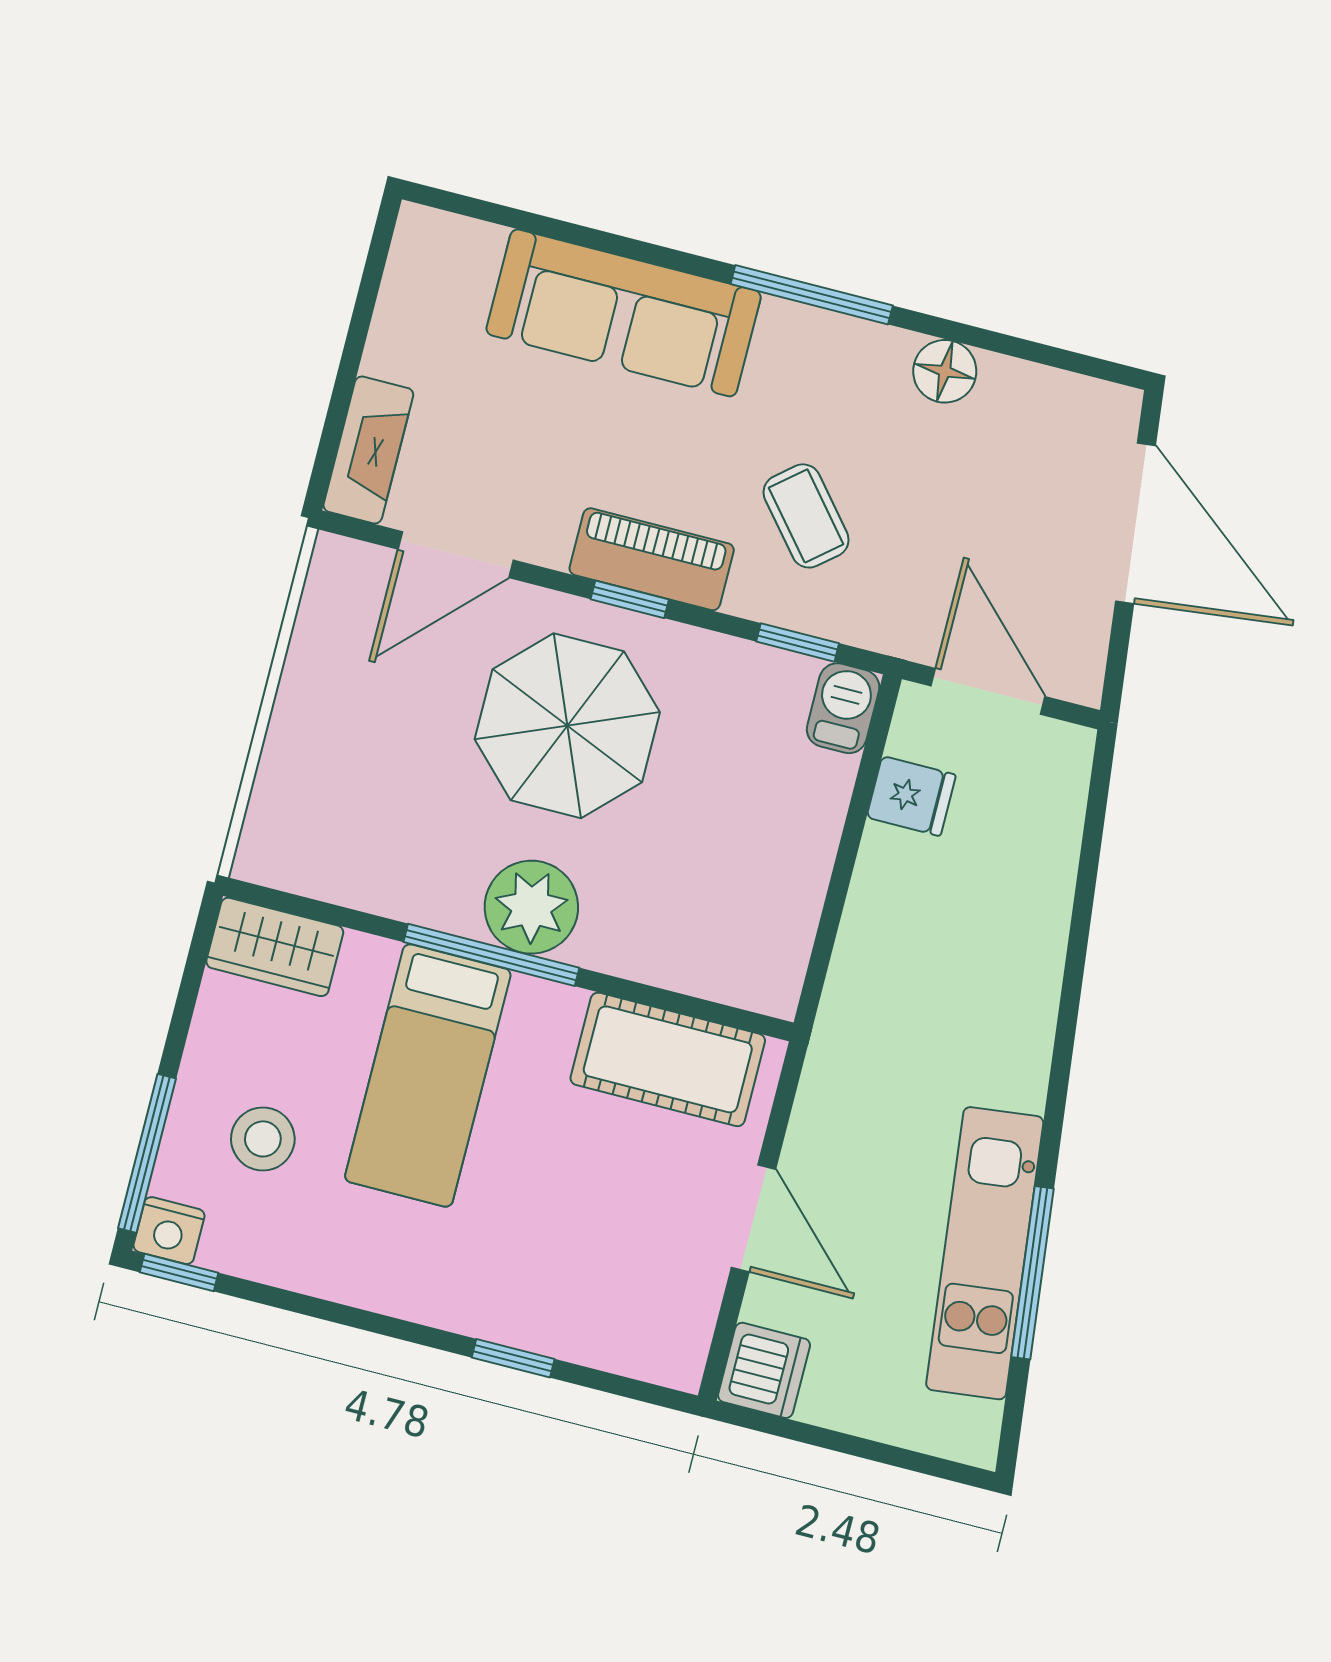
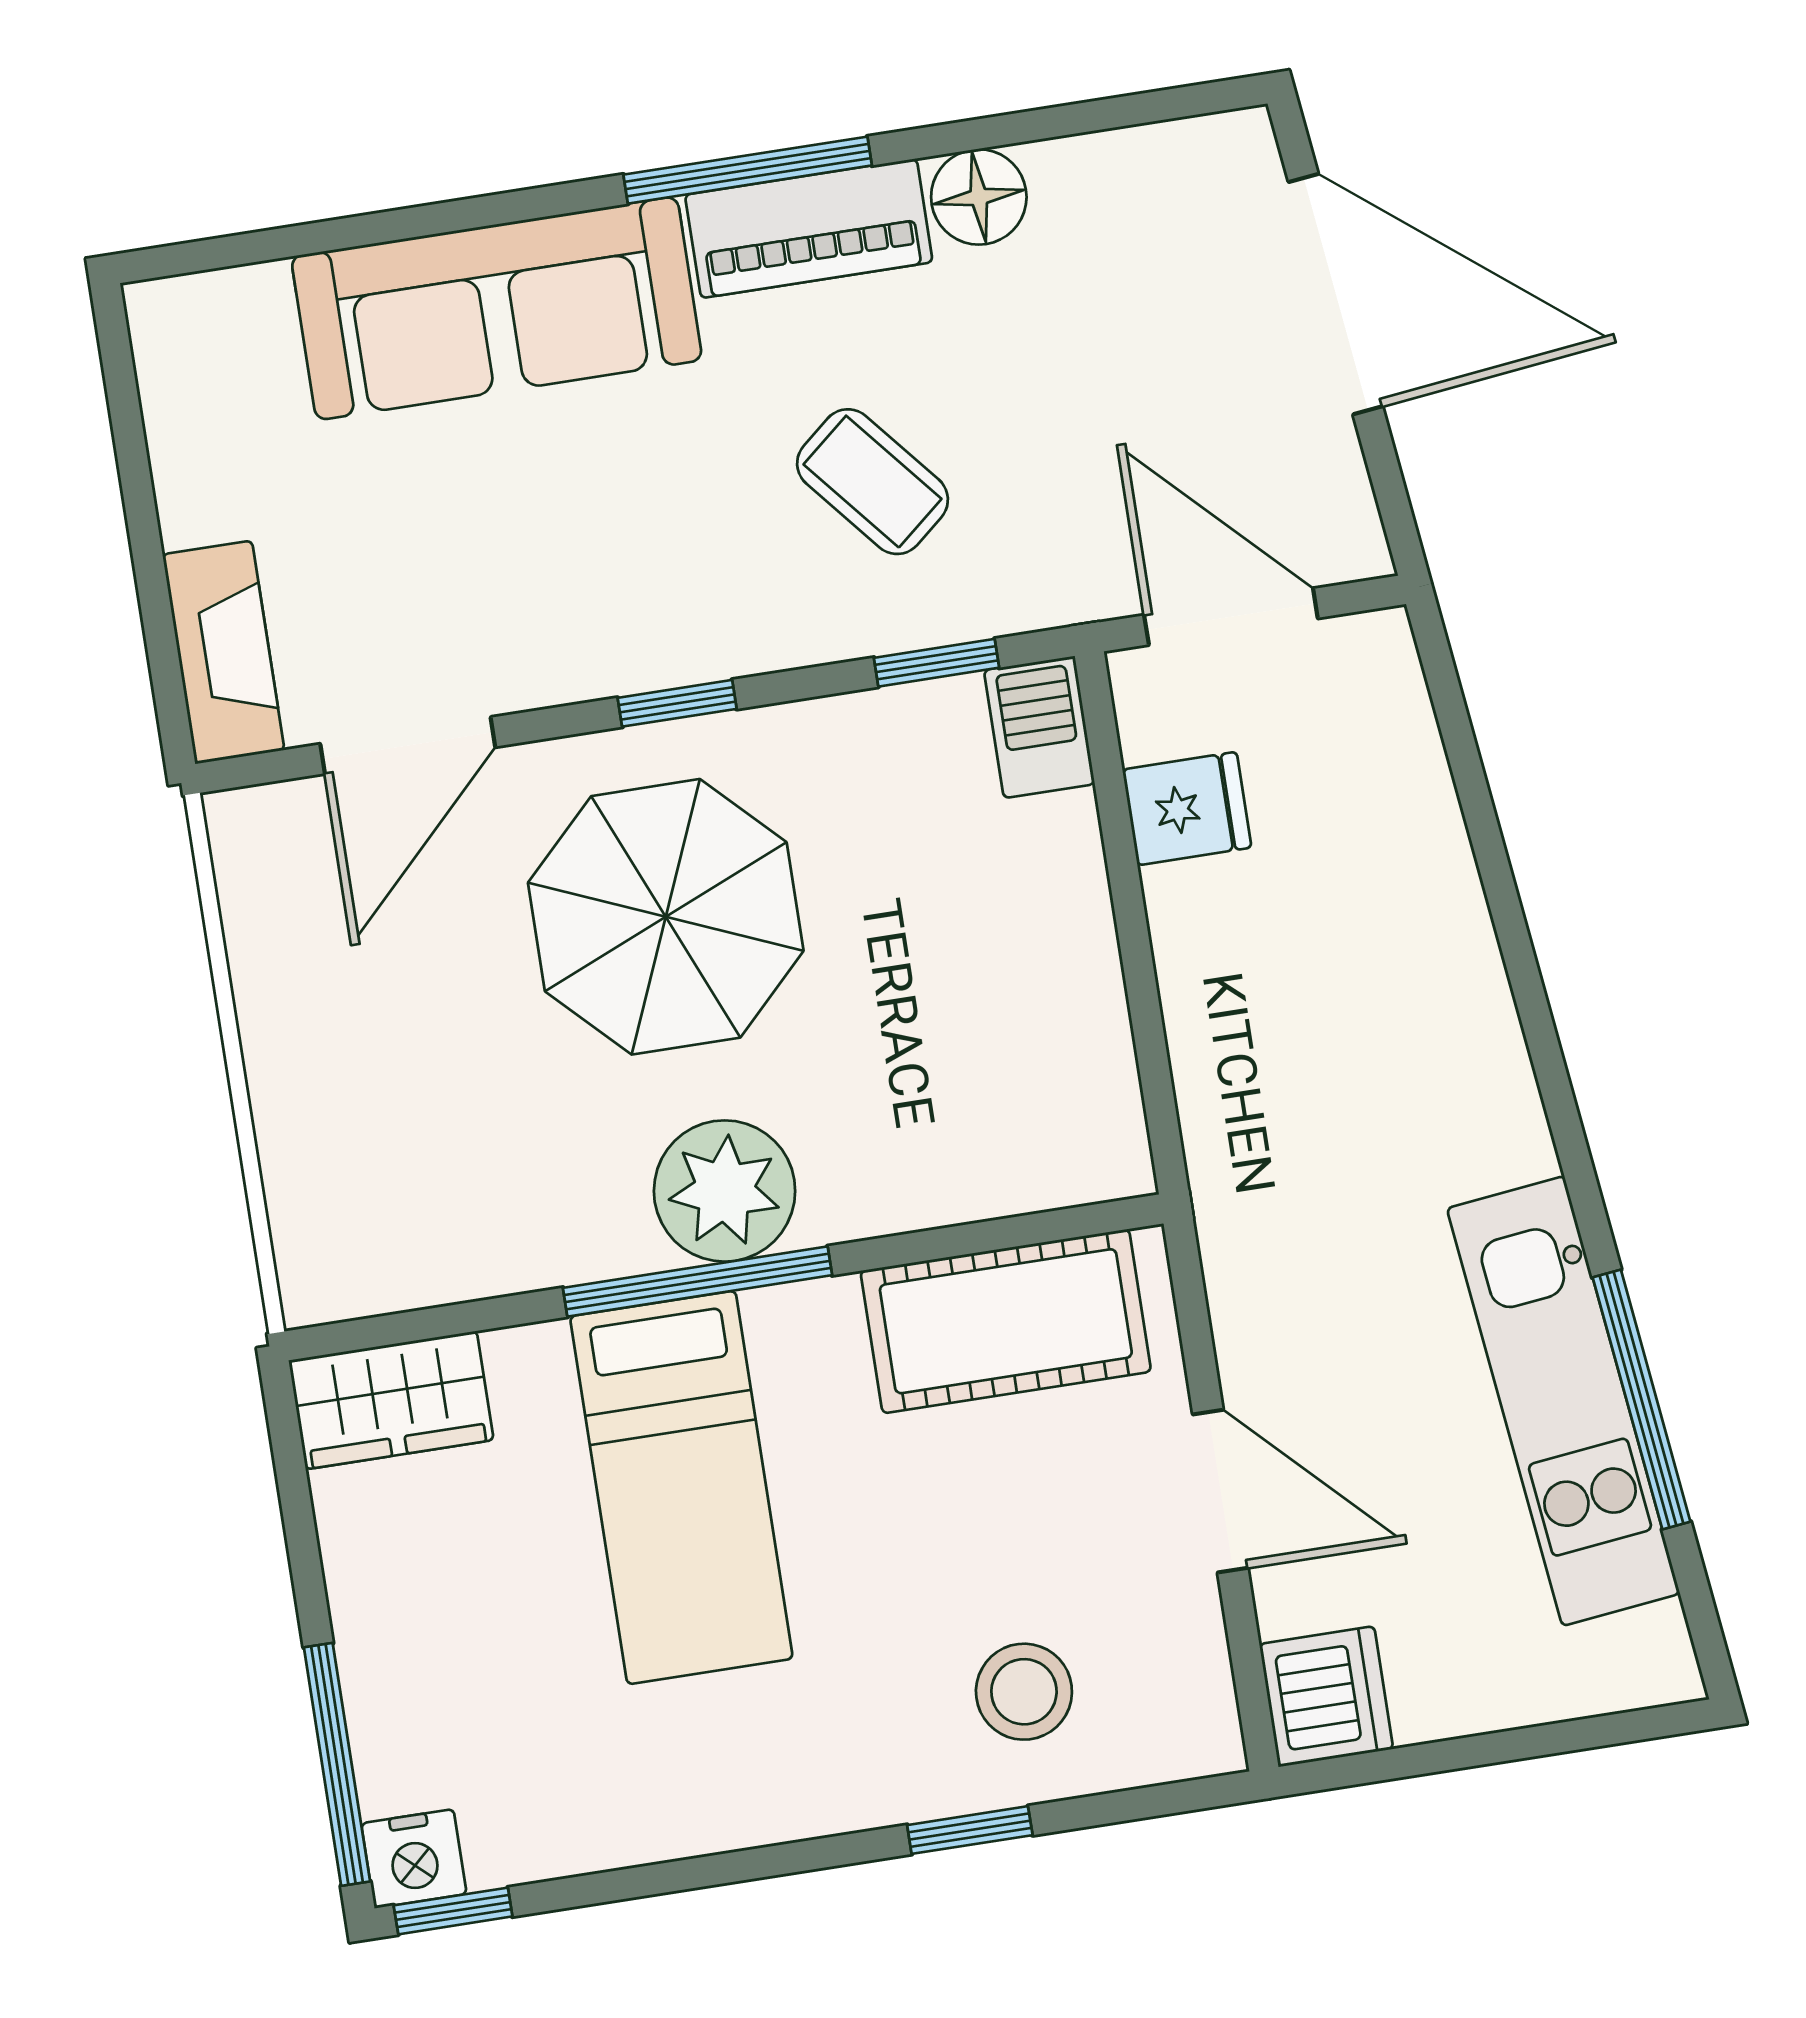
piano: (652, 559) -> (809, 228), moved, turned 180
stool: (263, 1139) -> (1024, 1692), moved

